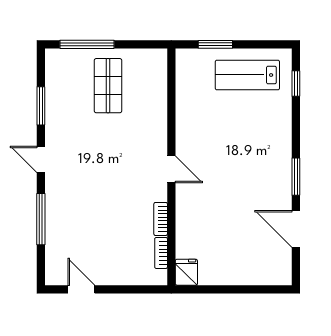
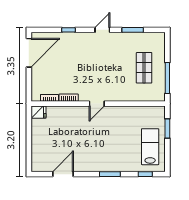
window: (87, 44) -> (167, 78), moved
shop shelf: (108, 86) -> (144, 68), turned 90
window: (296, 177) -> (110, 174), moved
window: (41, 219) -> (69, 30), width x0.46
door: (81, 289) -> (29, 53), width x1.88

